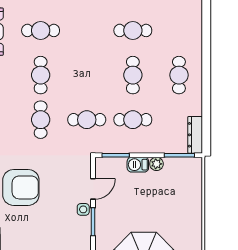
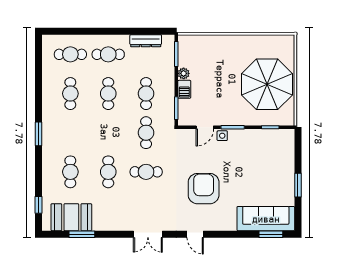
cafe table: (179, 30) -> (70, 54), added
cafe table: (41, 75) -> (108, 172), turned 90
cafe table: (133, 75) -> (108, 94), turned 90
dresser: (195, 135) -> (146, 41), moved
door: (93, 189) -> (205, 127), swing flipped

